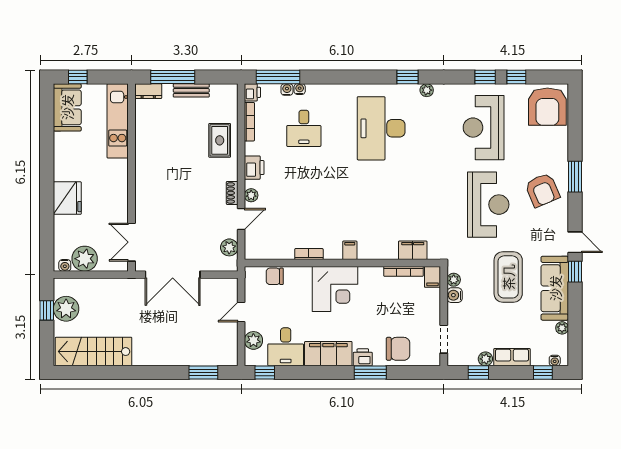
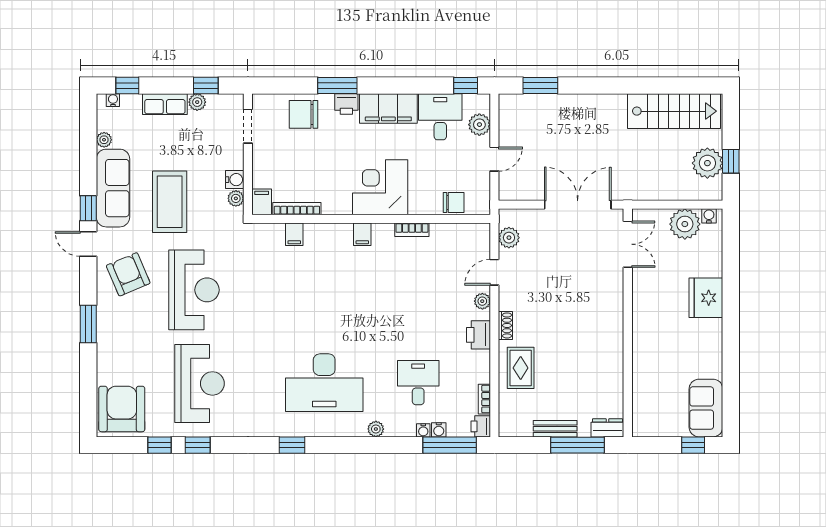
plant: (427, 90) -> (376, 429), moved
kitchen unit: (118, 121) -> (645, 392), removed
bookcase: (249, 122) -> (484, 399), width x0.64
desk: (381, 128) -> (324, 383), turned 90
armchair: (542, 190) -> (128, 274), moved
shoe rack: (232, 193) -> (505, 325), moved
reception desk: (488, 205) -> (194, 290), turned 180
filing cabinet: (413, 250) -> (294, 234), width x0.50

